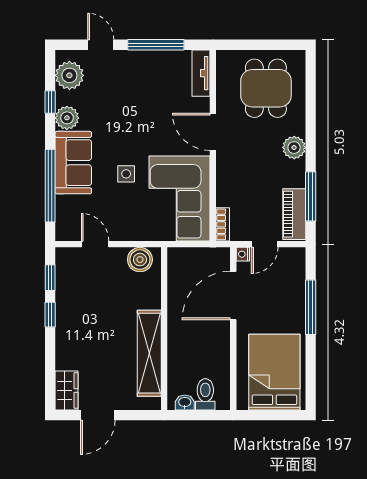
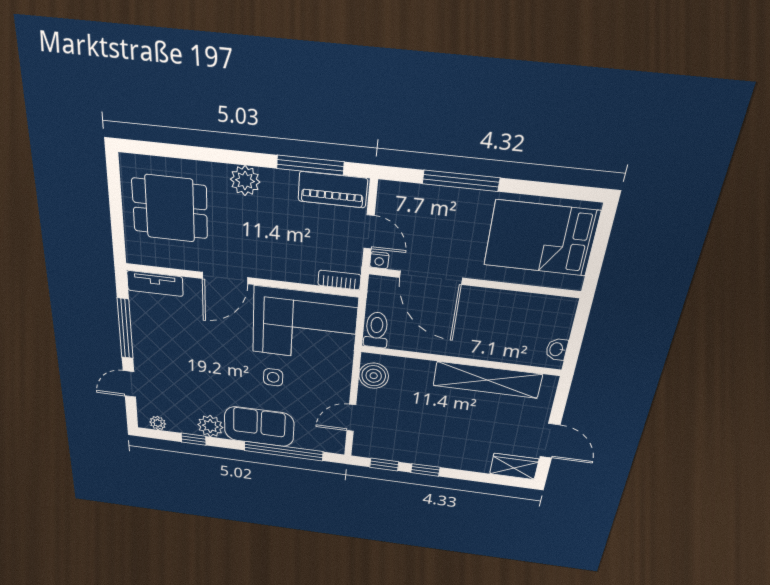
plant: (69, 75) -> (158, 423), width x0.53, depth x0.53
toilet: (205, 394) -> (376, 330), moved, turned 90

